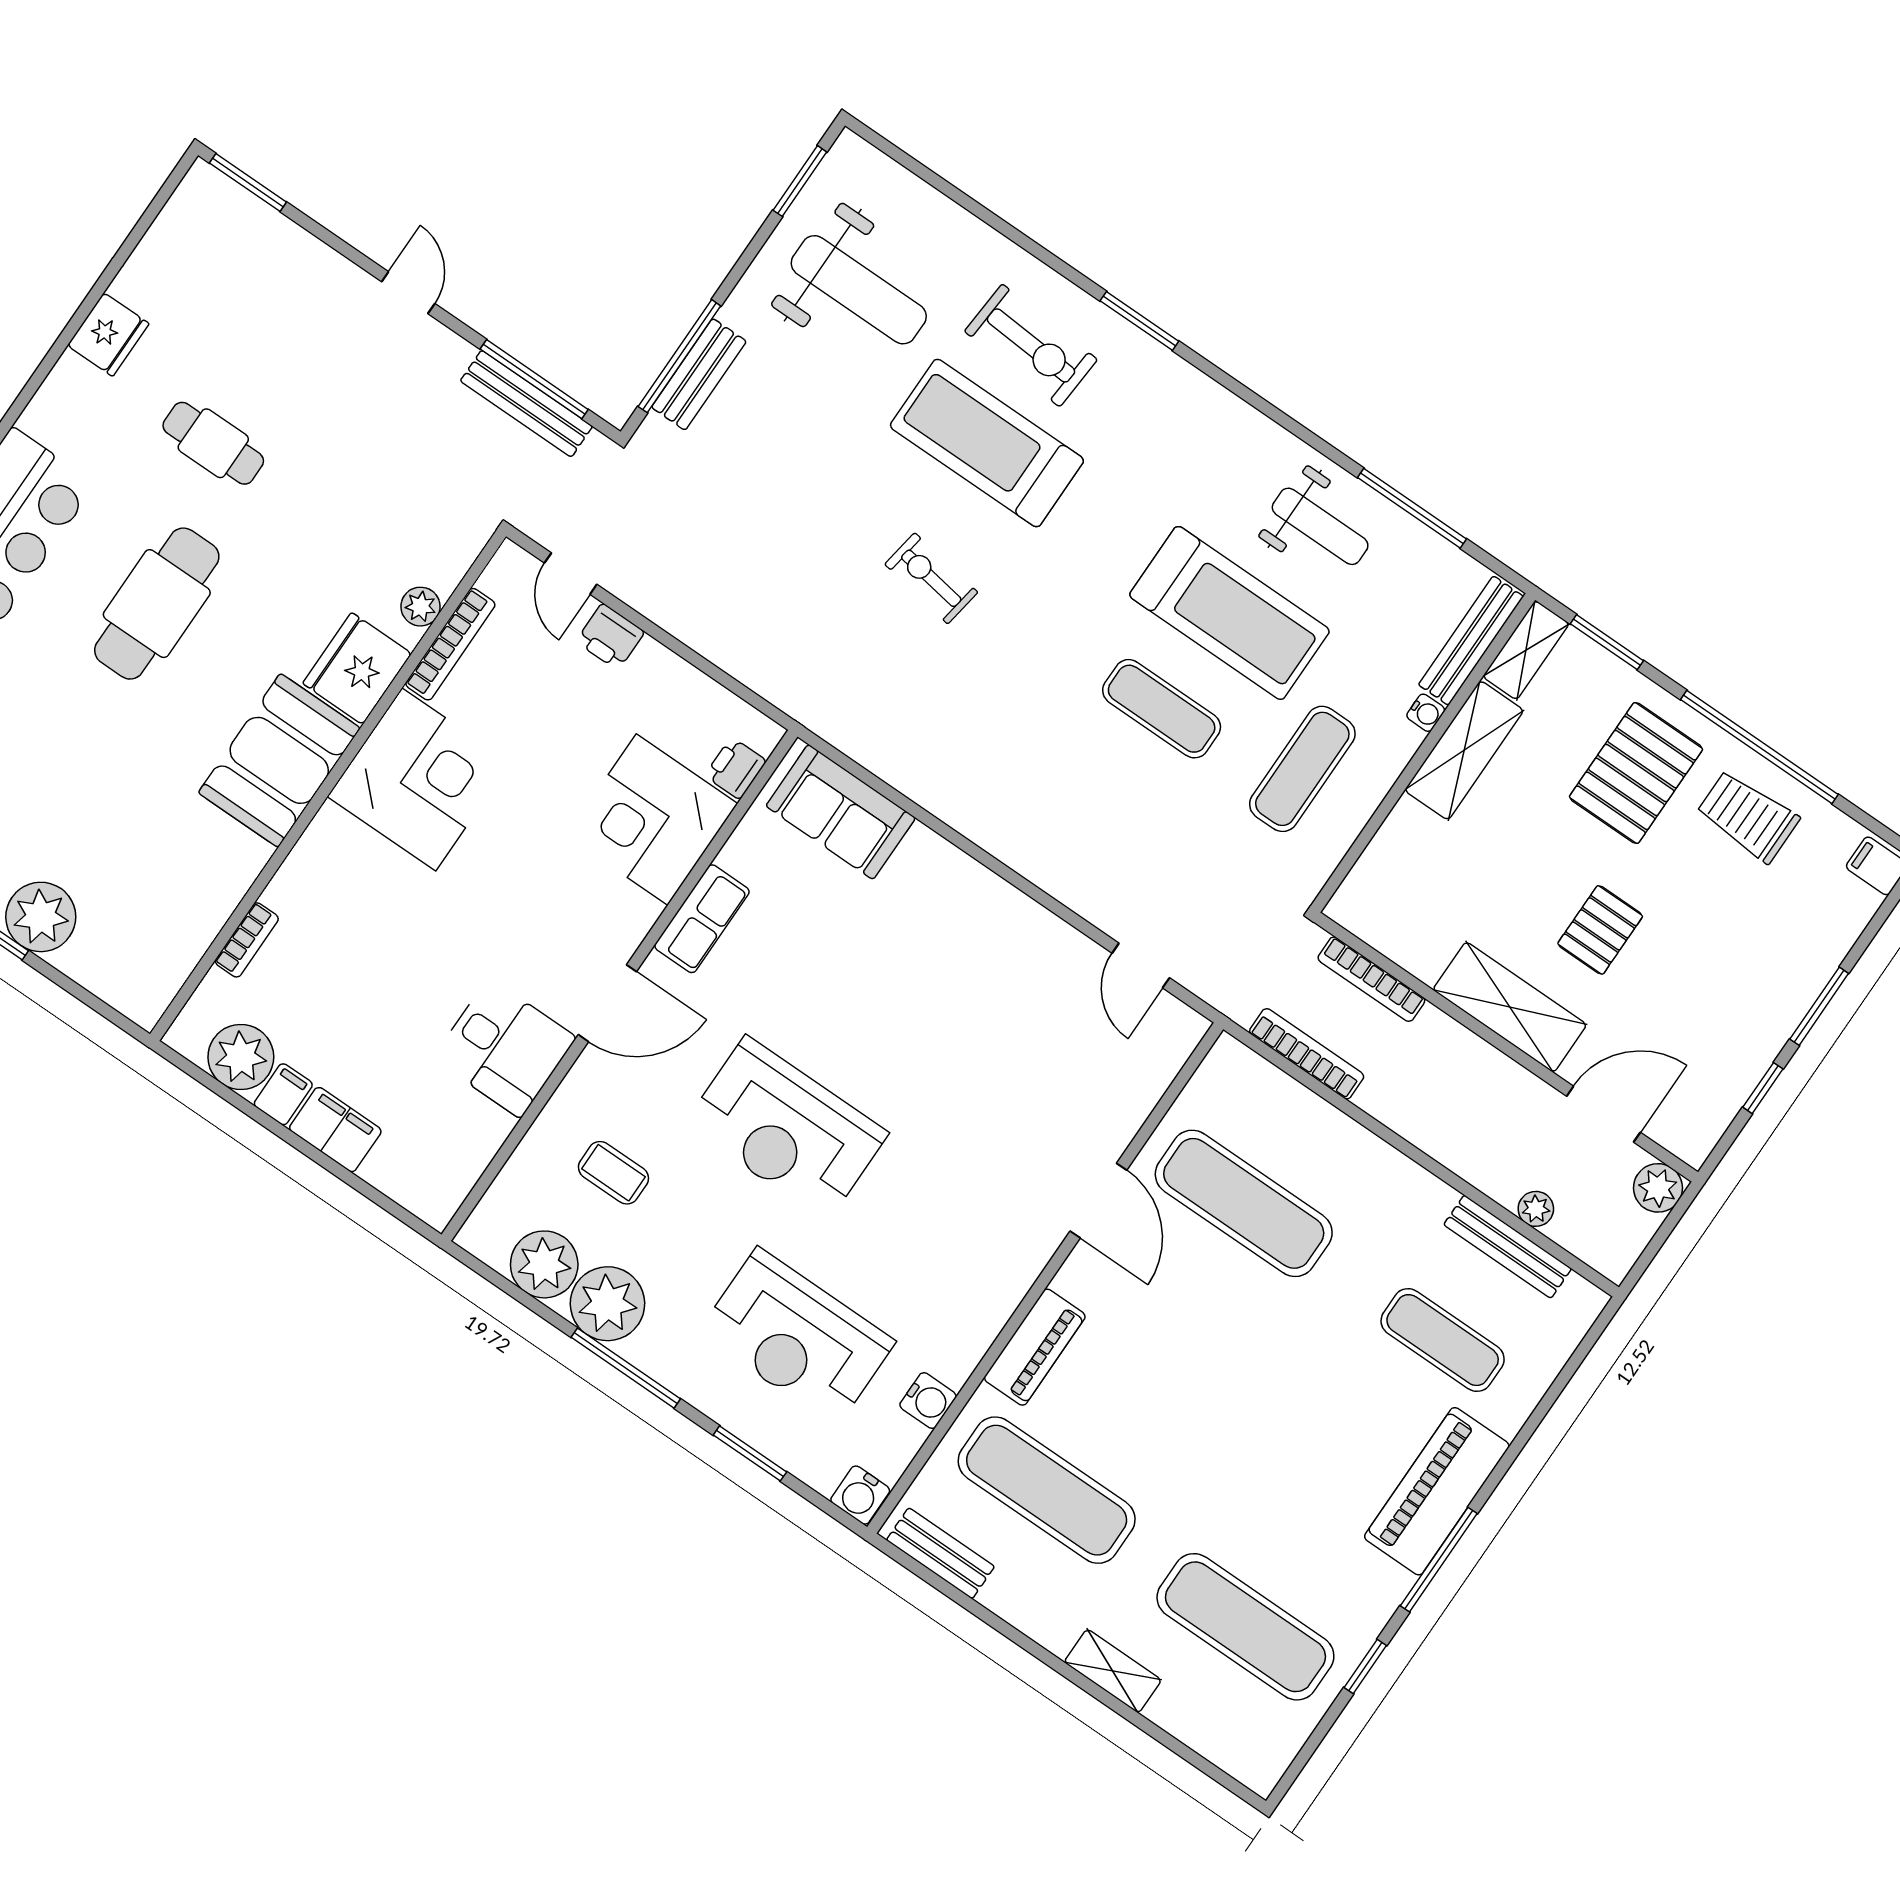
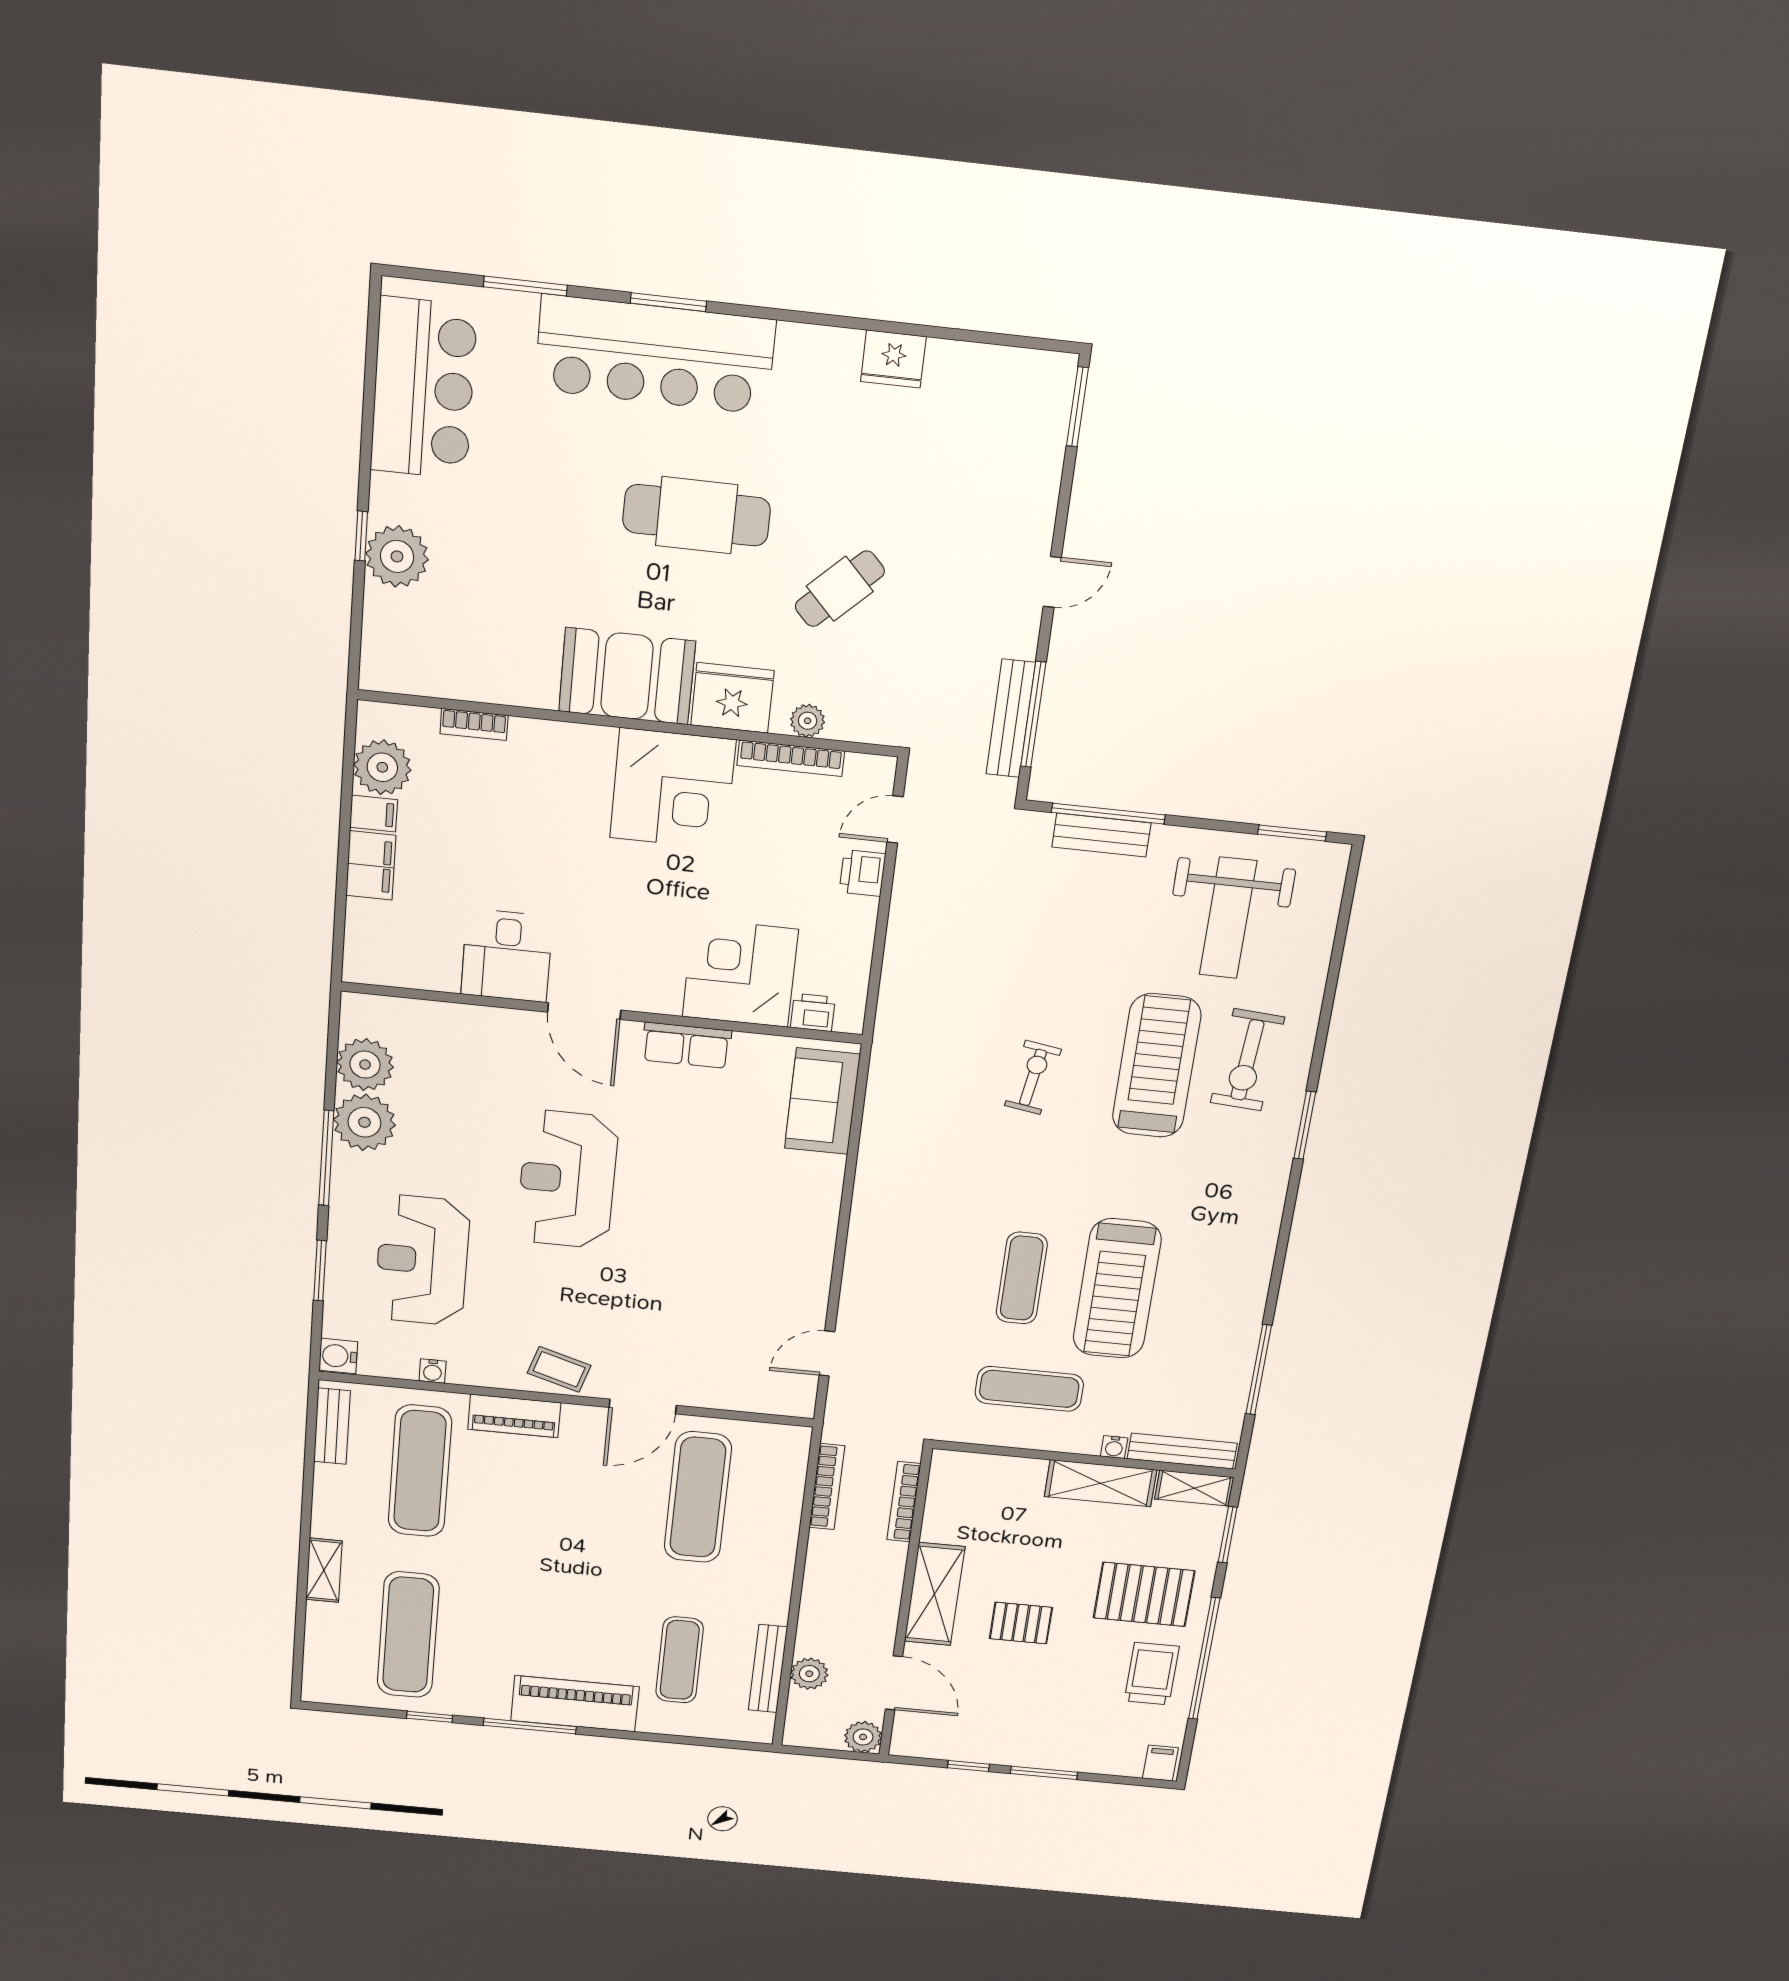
cafe table: (213, 443) -> (840, 589), moved, turned 46
weight bench: (1320, 526) -> (1213, 1317), removed
coffee table: (613, 1173) -> (559, 1369), moved, turned -73
plant: (1536, 1209) -> (809, 1674), width x1.38, depth x1.38
water cooler: (928, 1401) -> (433, 1371), width x0.72, depth x0.72

